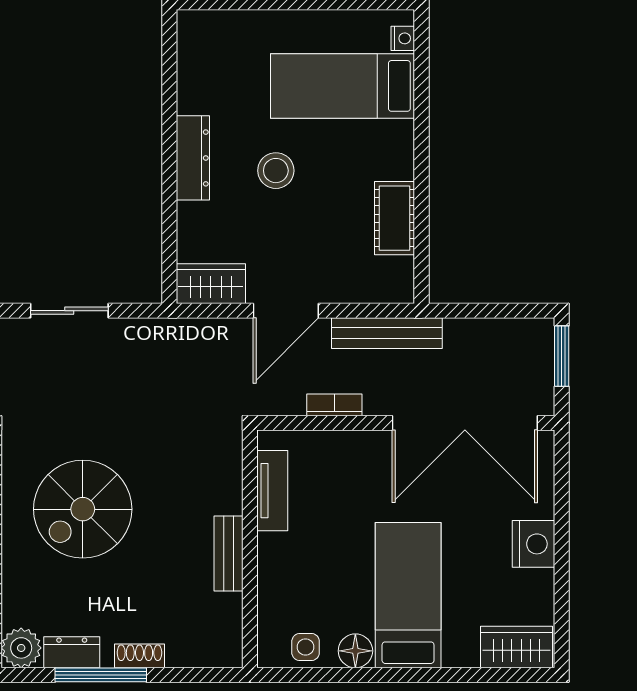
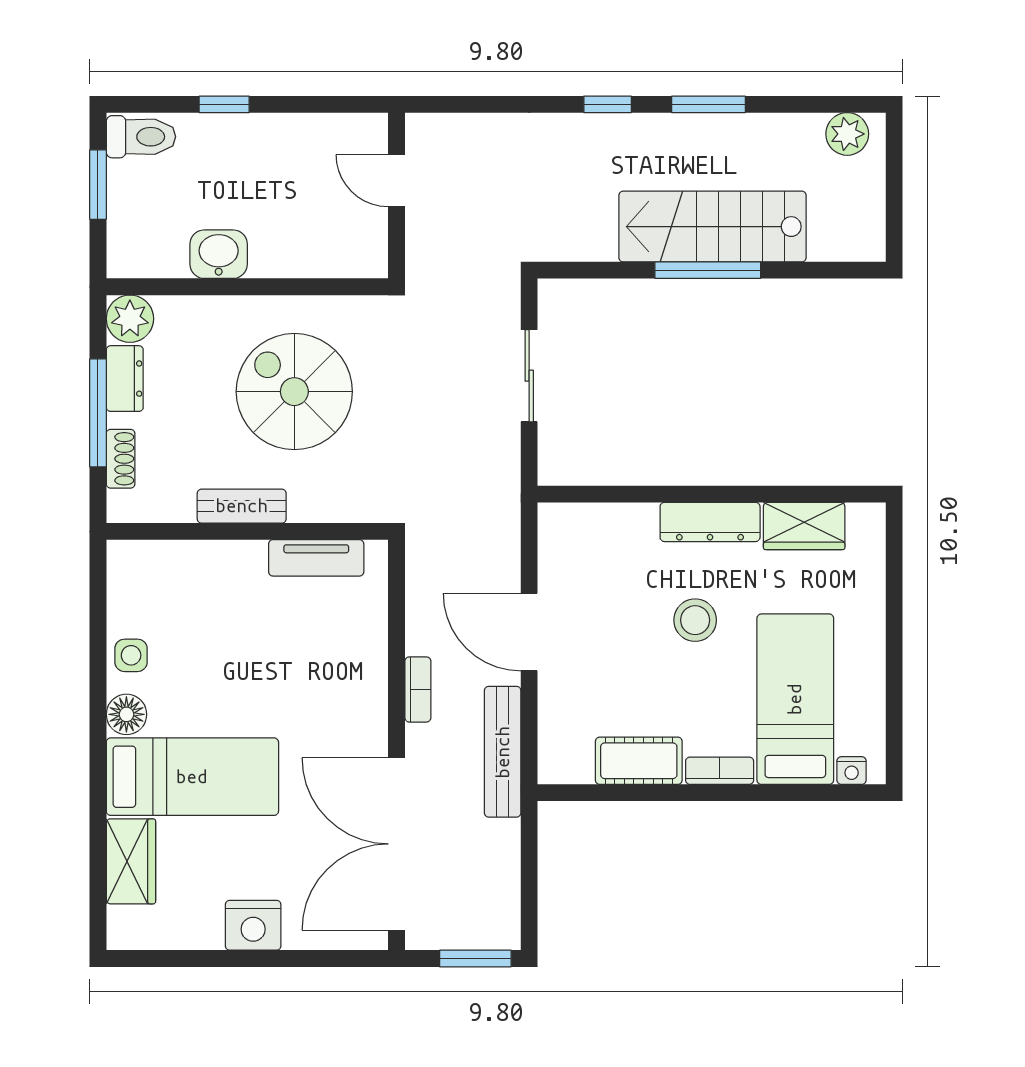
bookcase: (403, 150) -> (720, 771), added
wardrobe: (211, 284) -> (804, 526), moved, turned 90
tv unit: (272, 491) -> (316, 558), moved
wall: (250, 549) -> (247, 531), moved
bench: (229, 554) -> (242, 506), moved
wardrobe: (516, 647) -> (131, 861), moved

